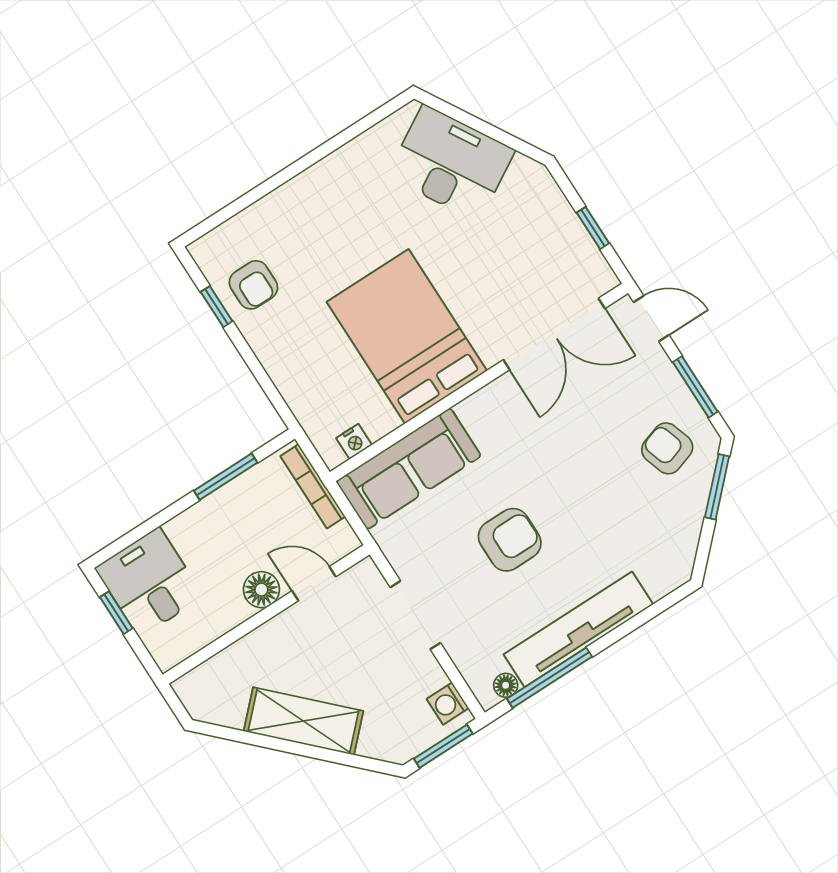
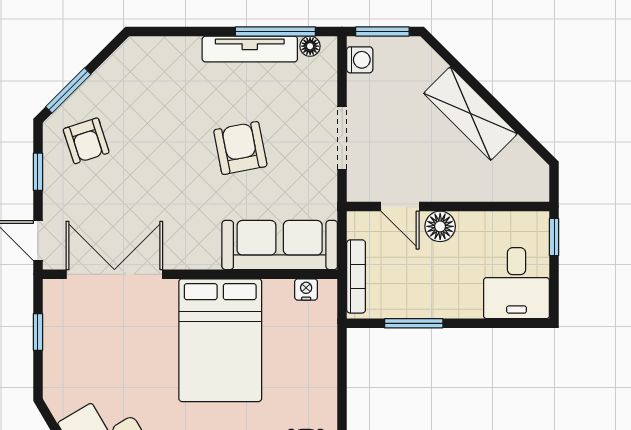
window: (695, 387) -> (38, 172), width x0.67
armchair: (510, 540) -> (240, 148), turned 79
window: (116, 613) -> (554, 237), moved
tv unit: (578, 629) -> (250, 49), width x0.73, depth x0.78

